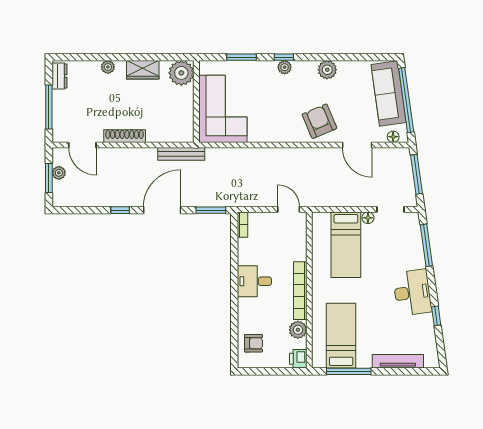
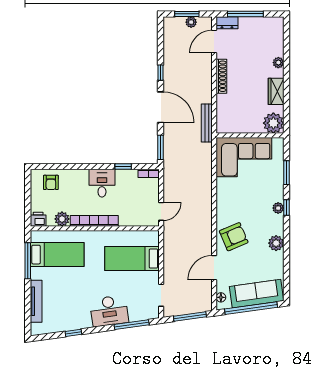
dresser: (60, 76) -> (227, 23), moved
floor lamp: (368, 218) -> (154, 277), removed
window: (234, 255) -> (123, 167), added
desk: (412, 292) -> (109, 311), moved

